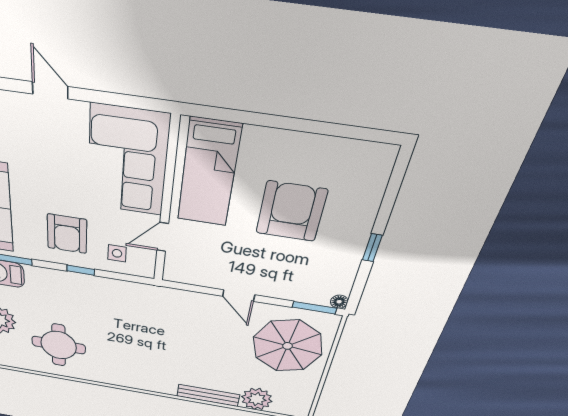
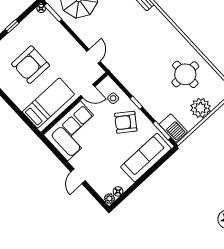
armchair: (67, 234) -> (126, 122), turned -144
door: (239, 296) -> (94, 56), moved

